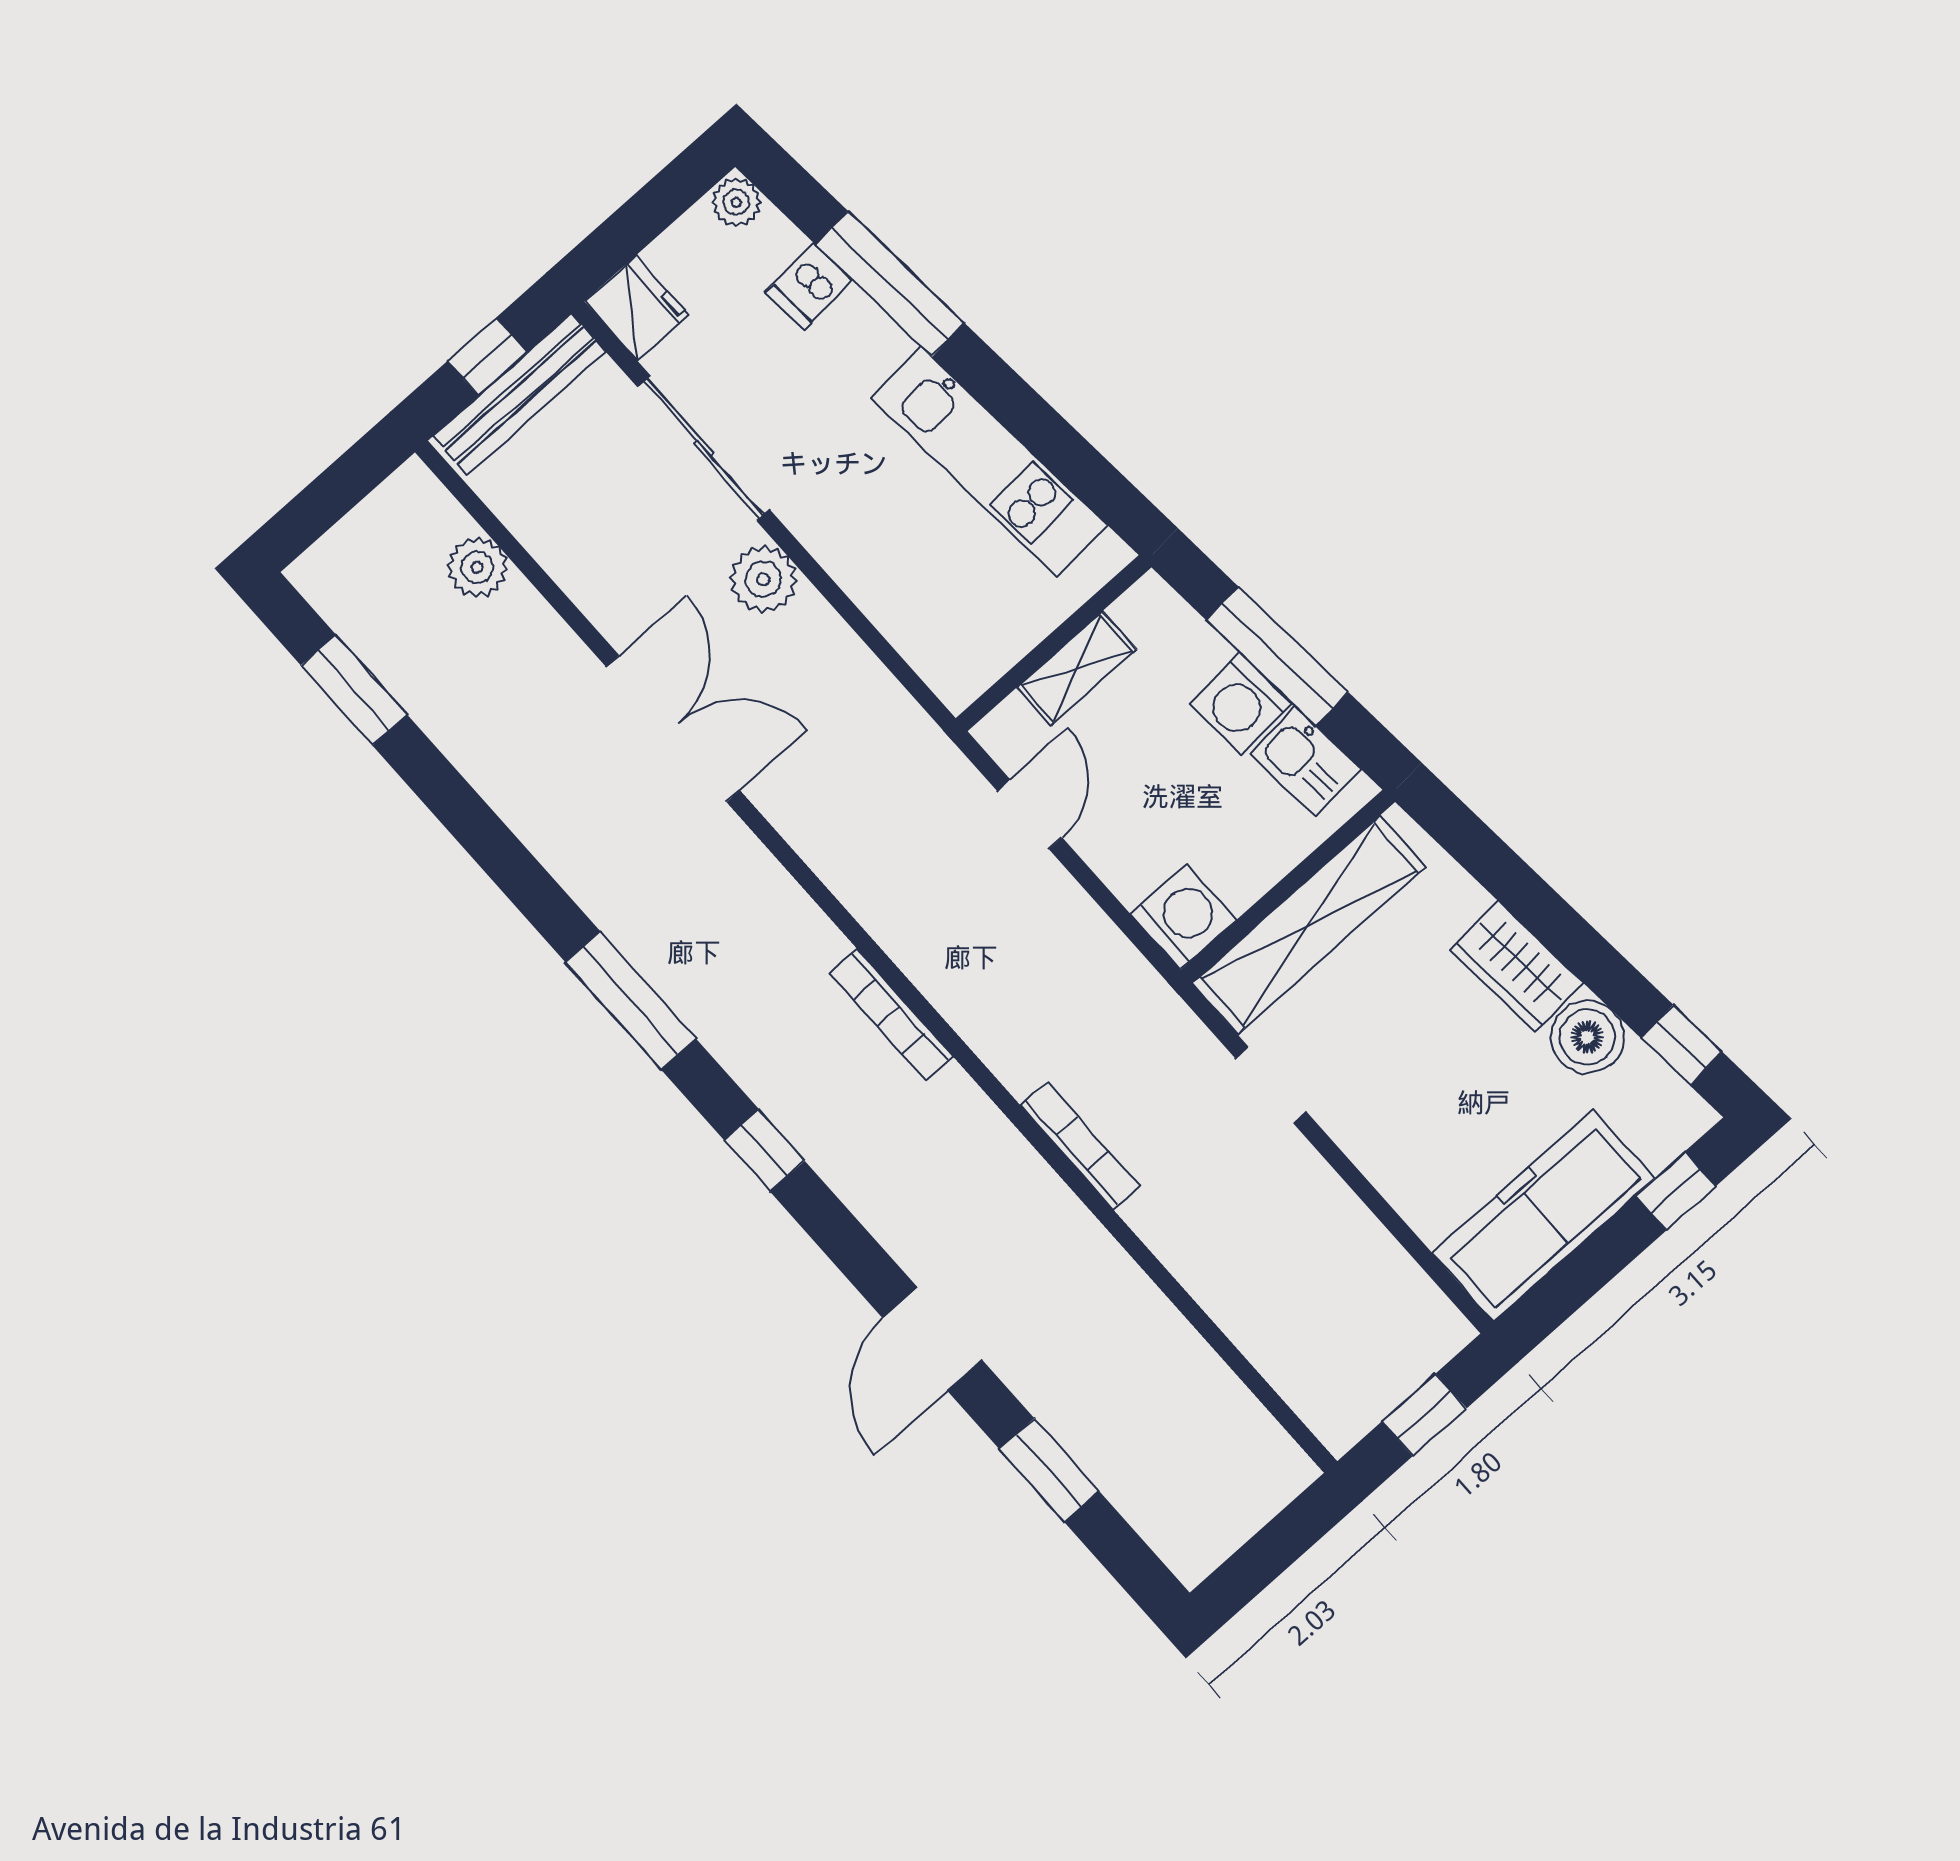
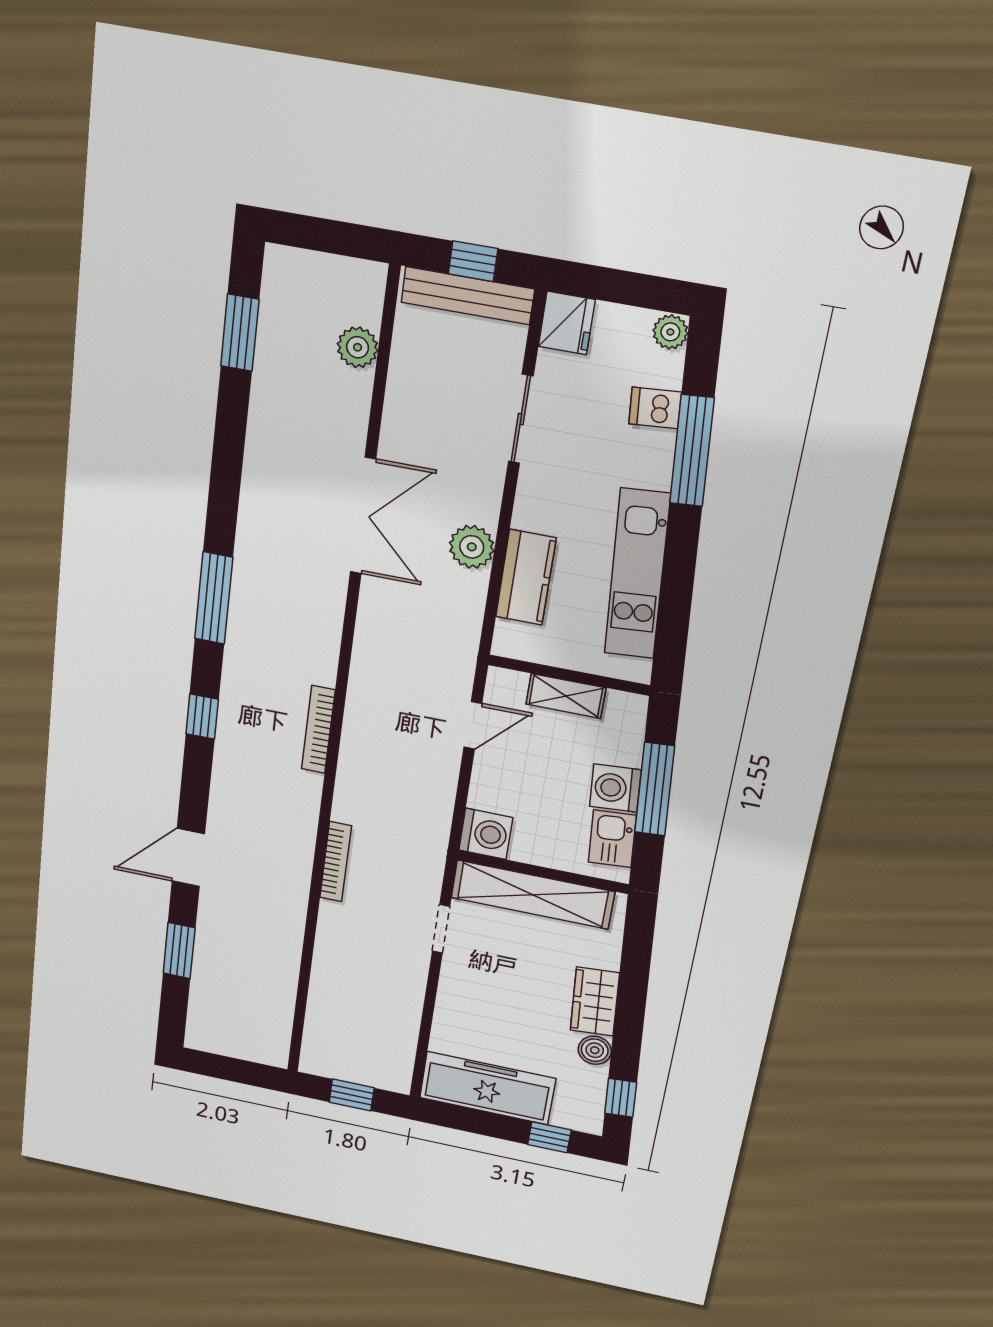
sliding door: (704, 448) -> (521, 419), width x0.73
plant: (763, 579) -> (472, 547), moved
kitchen counter: (894, 596) -> (526, 577), added
boiler: (1587, 1037) -> (595, 1050), width x0.73, depth x0.73

